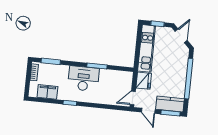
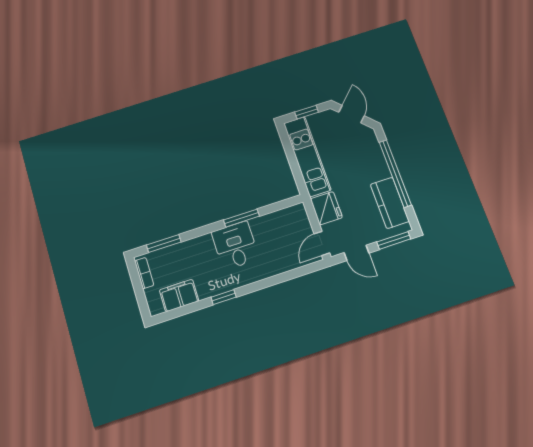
desk: (83, 79) -> (235, 245), width x0.73
kitchen counter: (170, 104) -> (390, 203), moved, turned -90

